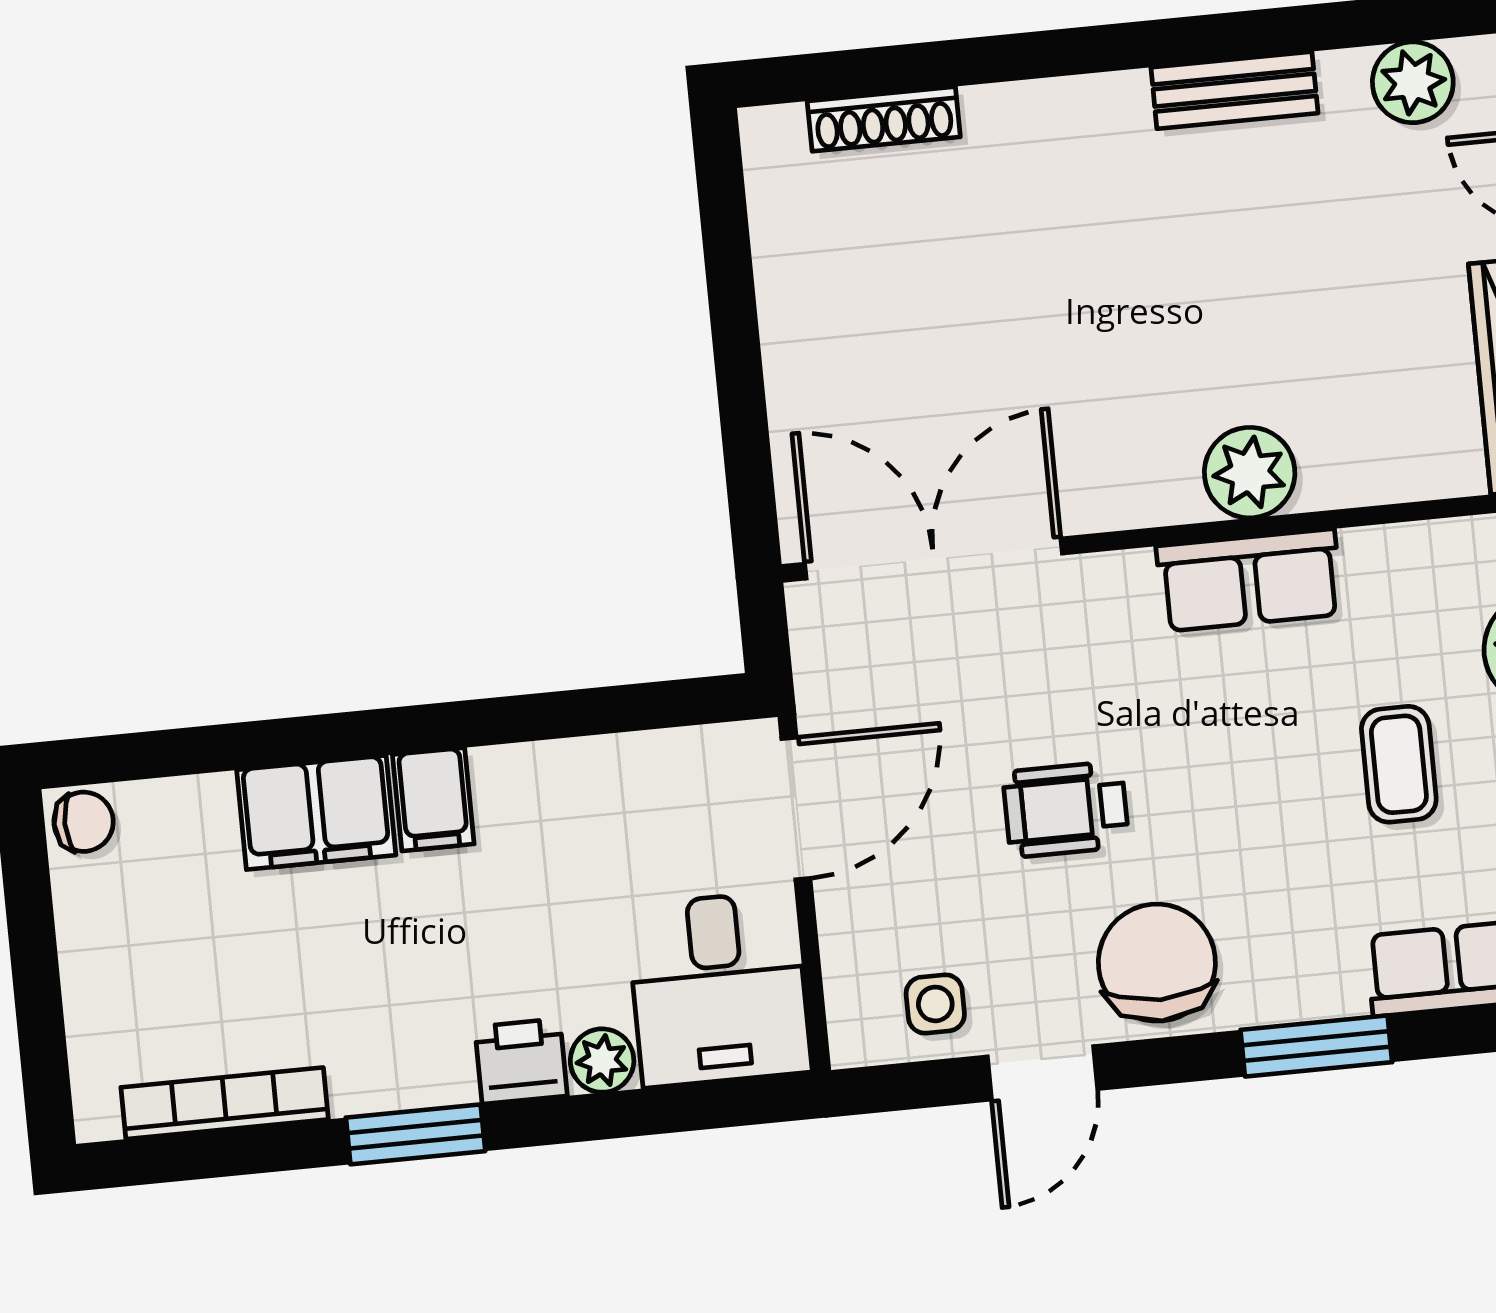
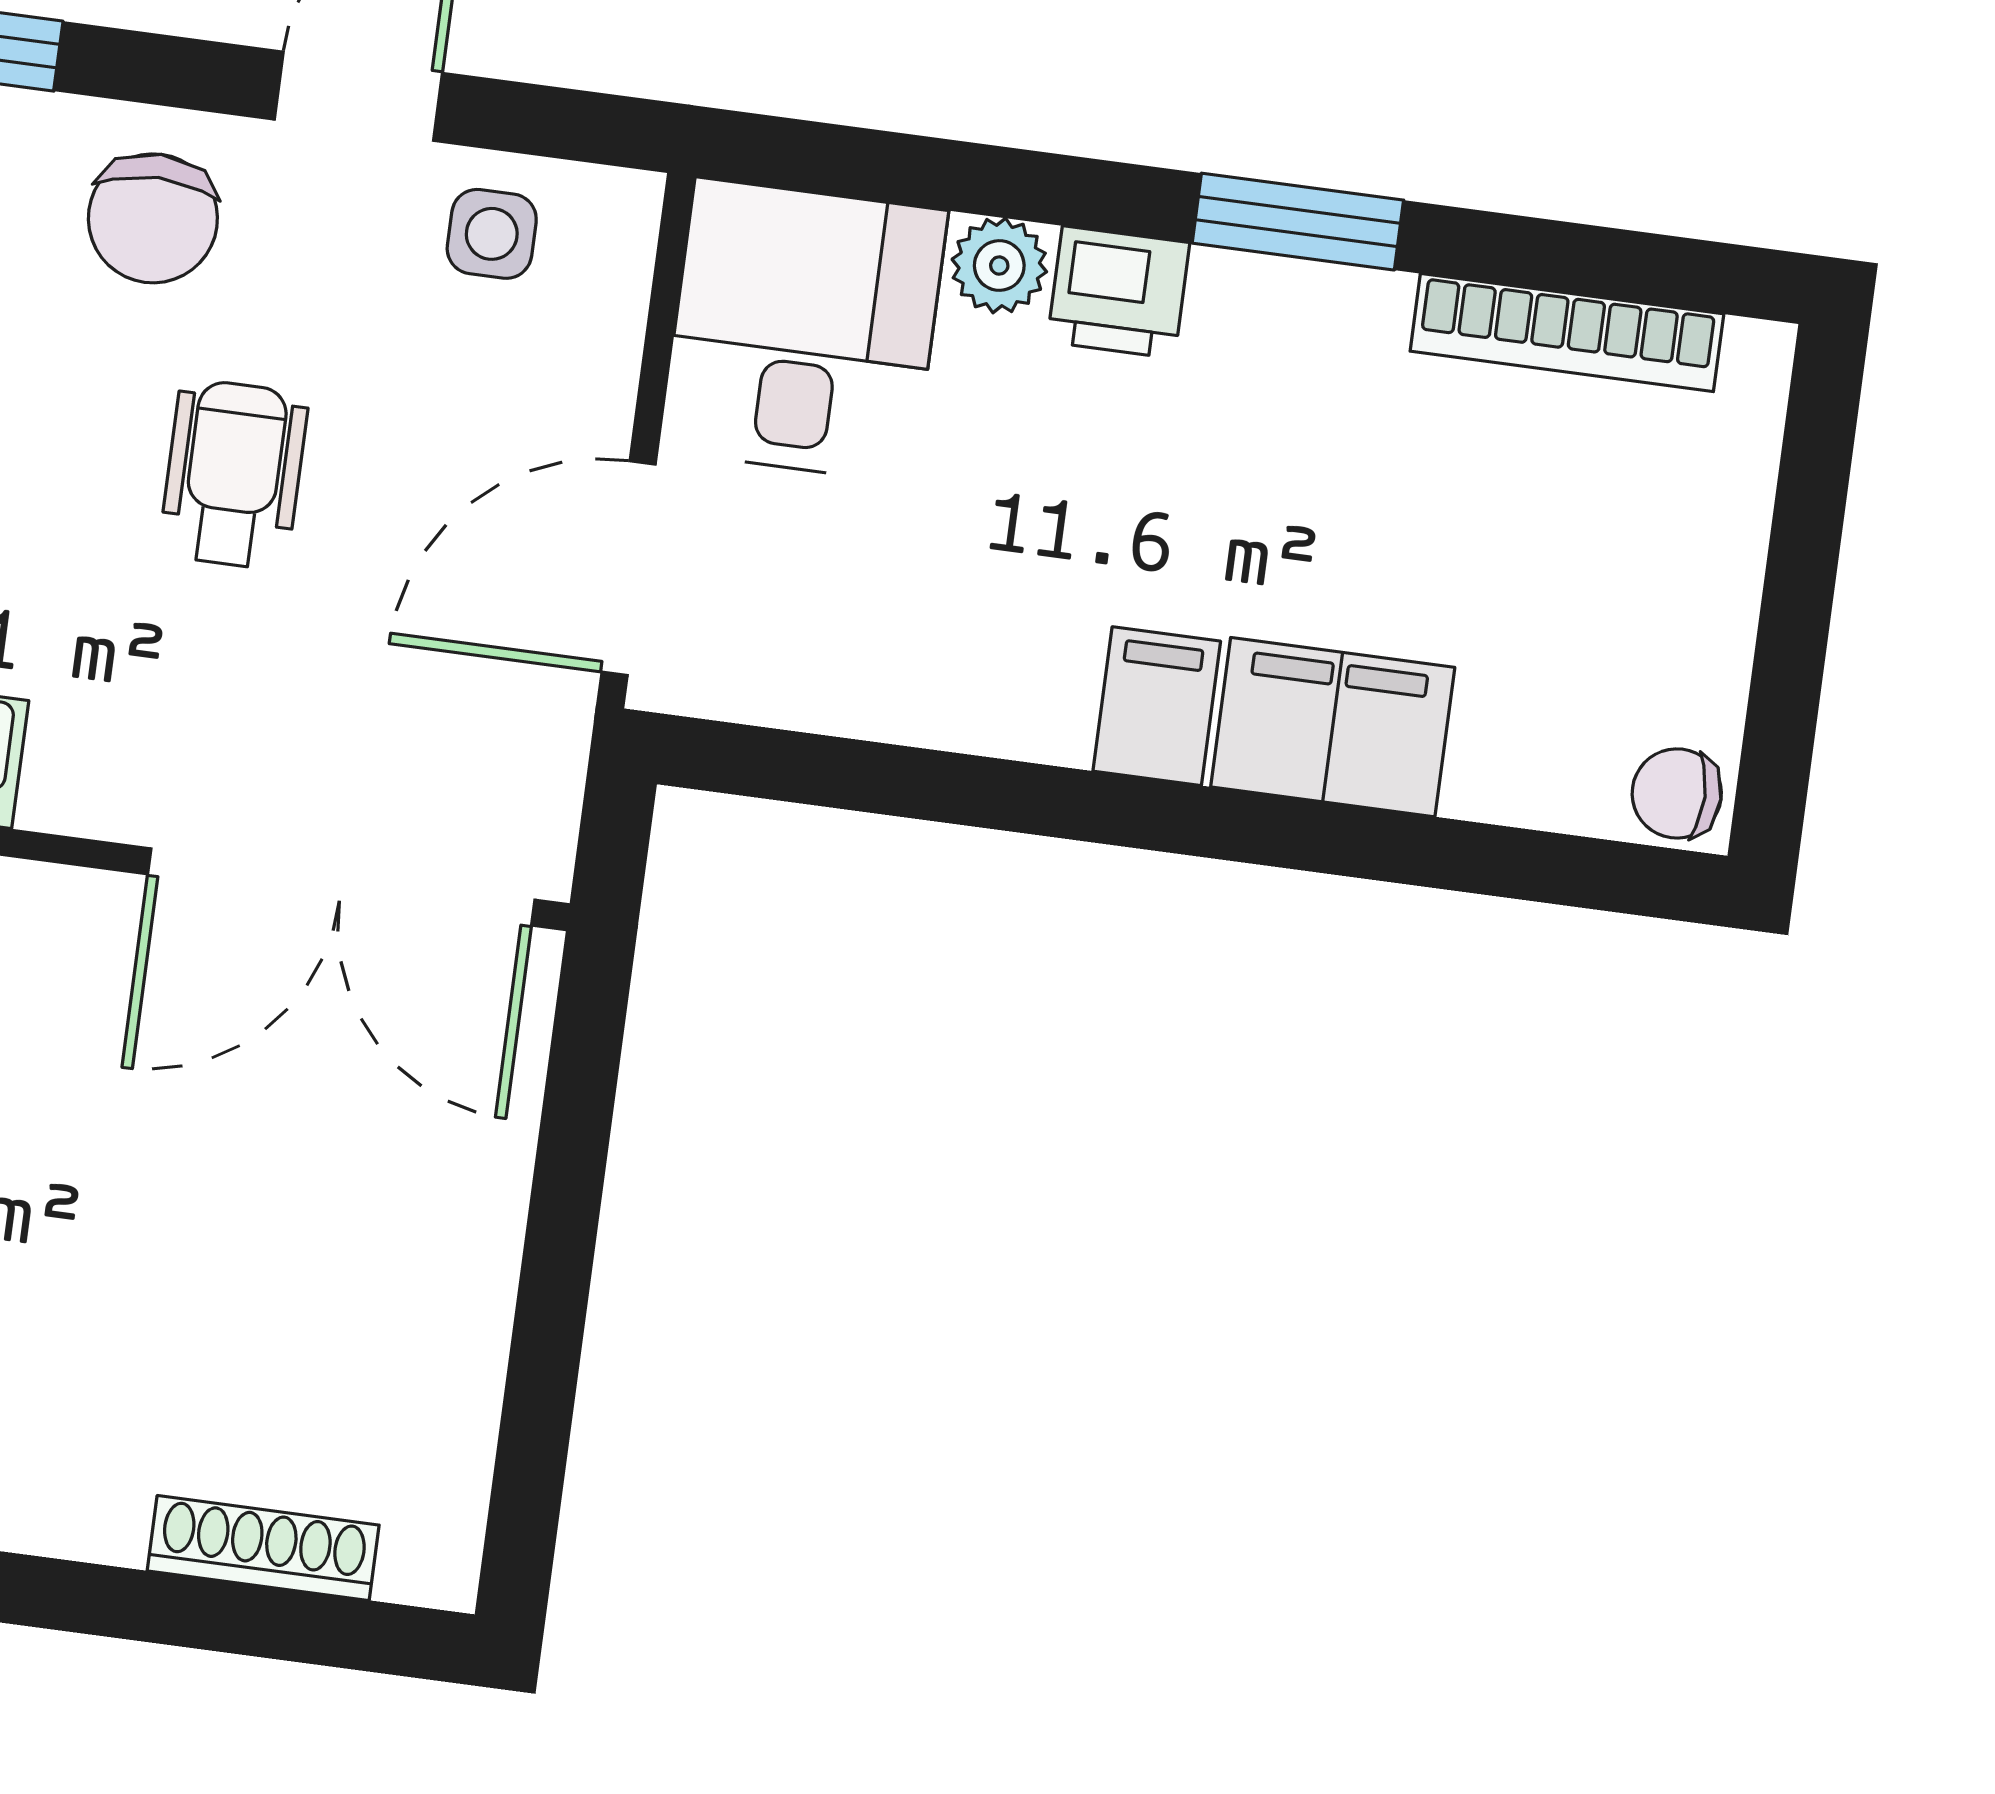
wheelchair: (1066, 809) -> (234, 474), turned -90
chair: (1157, 963) -> (153, 218), width x0.73, depth x0.73

